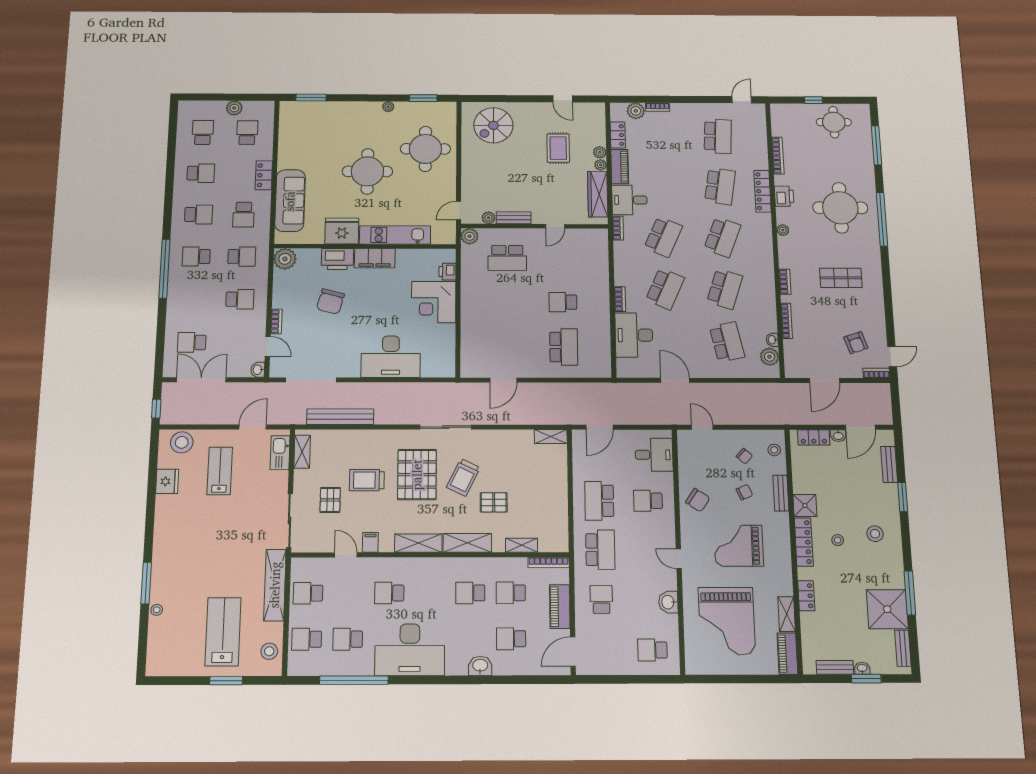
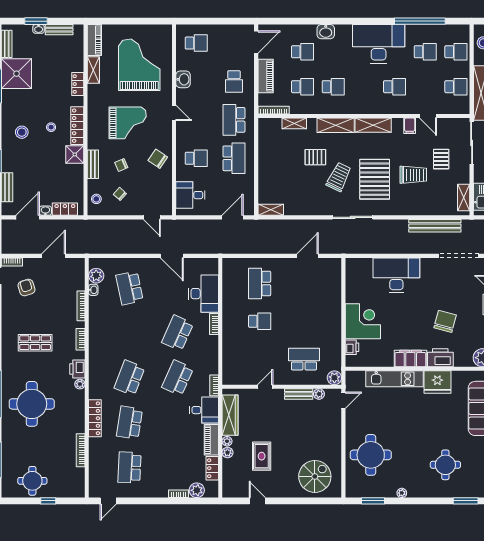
round table: (367, 171) -> (445, 465), moved, width x0.73, depth x0.73
printer: (784, 196) -> (77, 369), moved
school desk: (725, 289) -> (129, 333), removed

